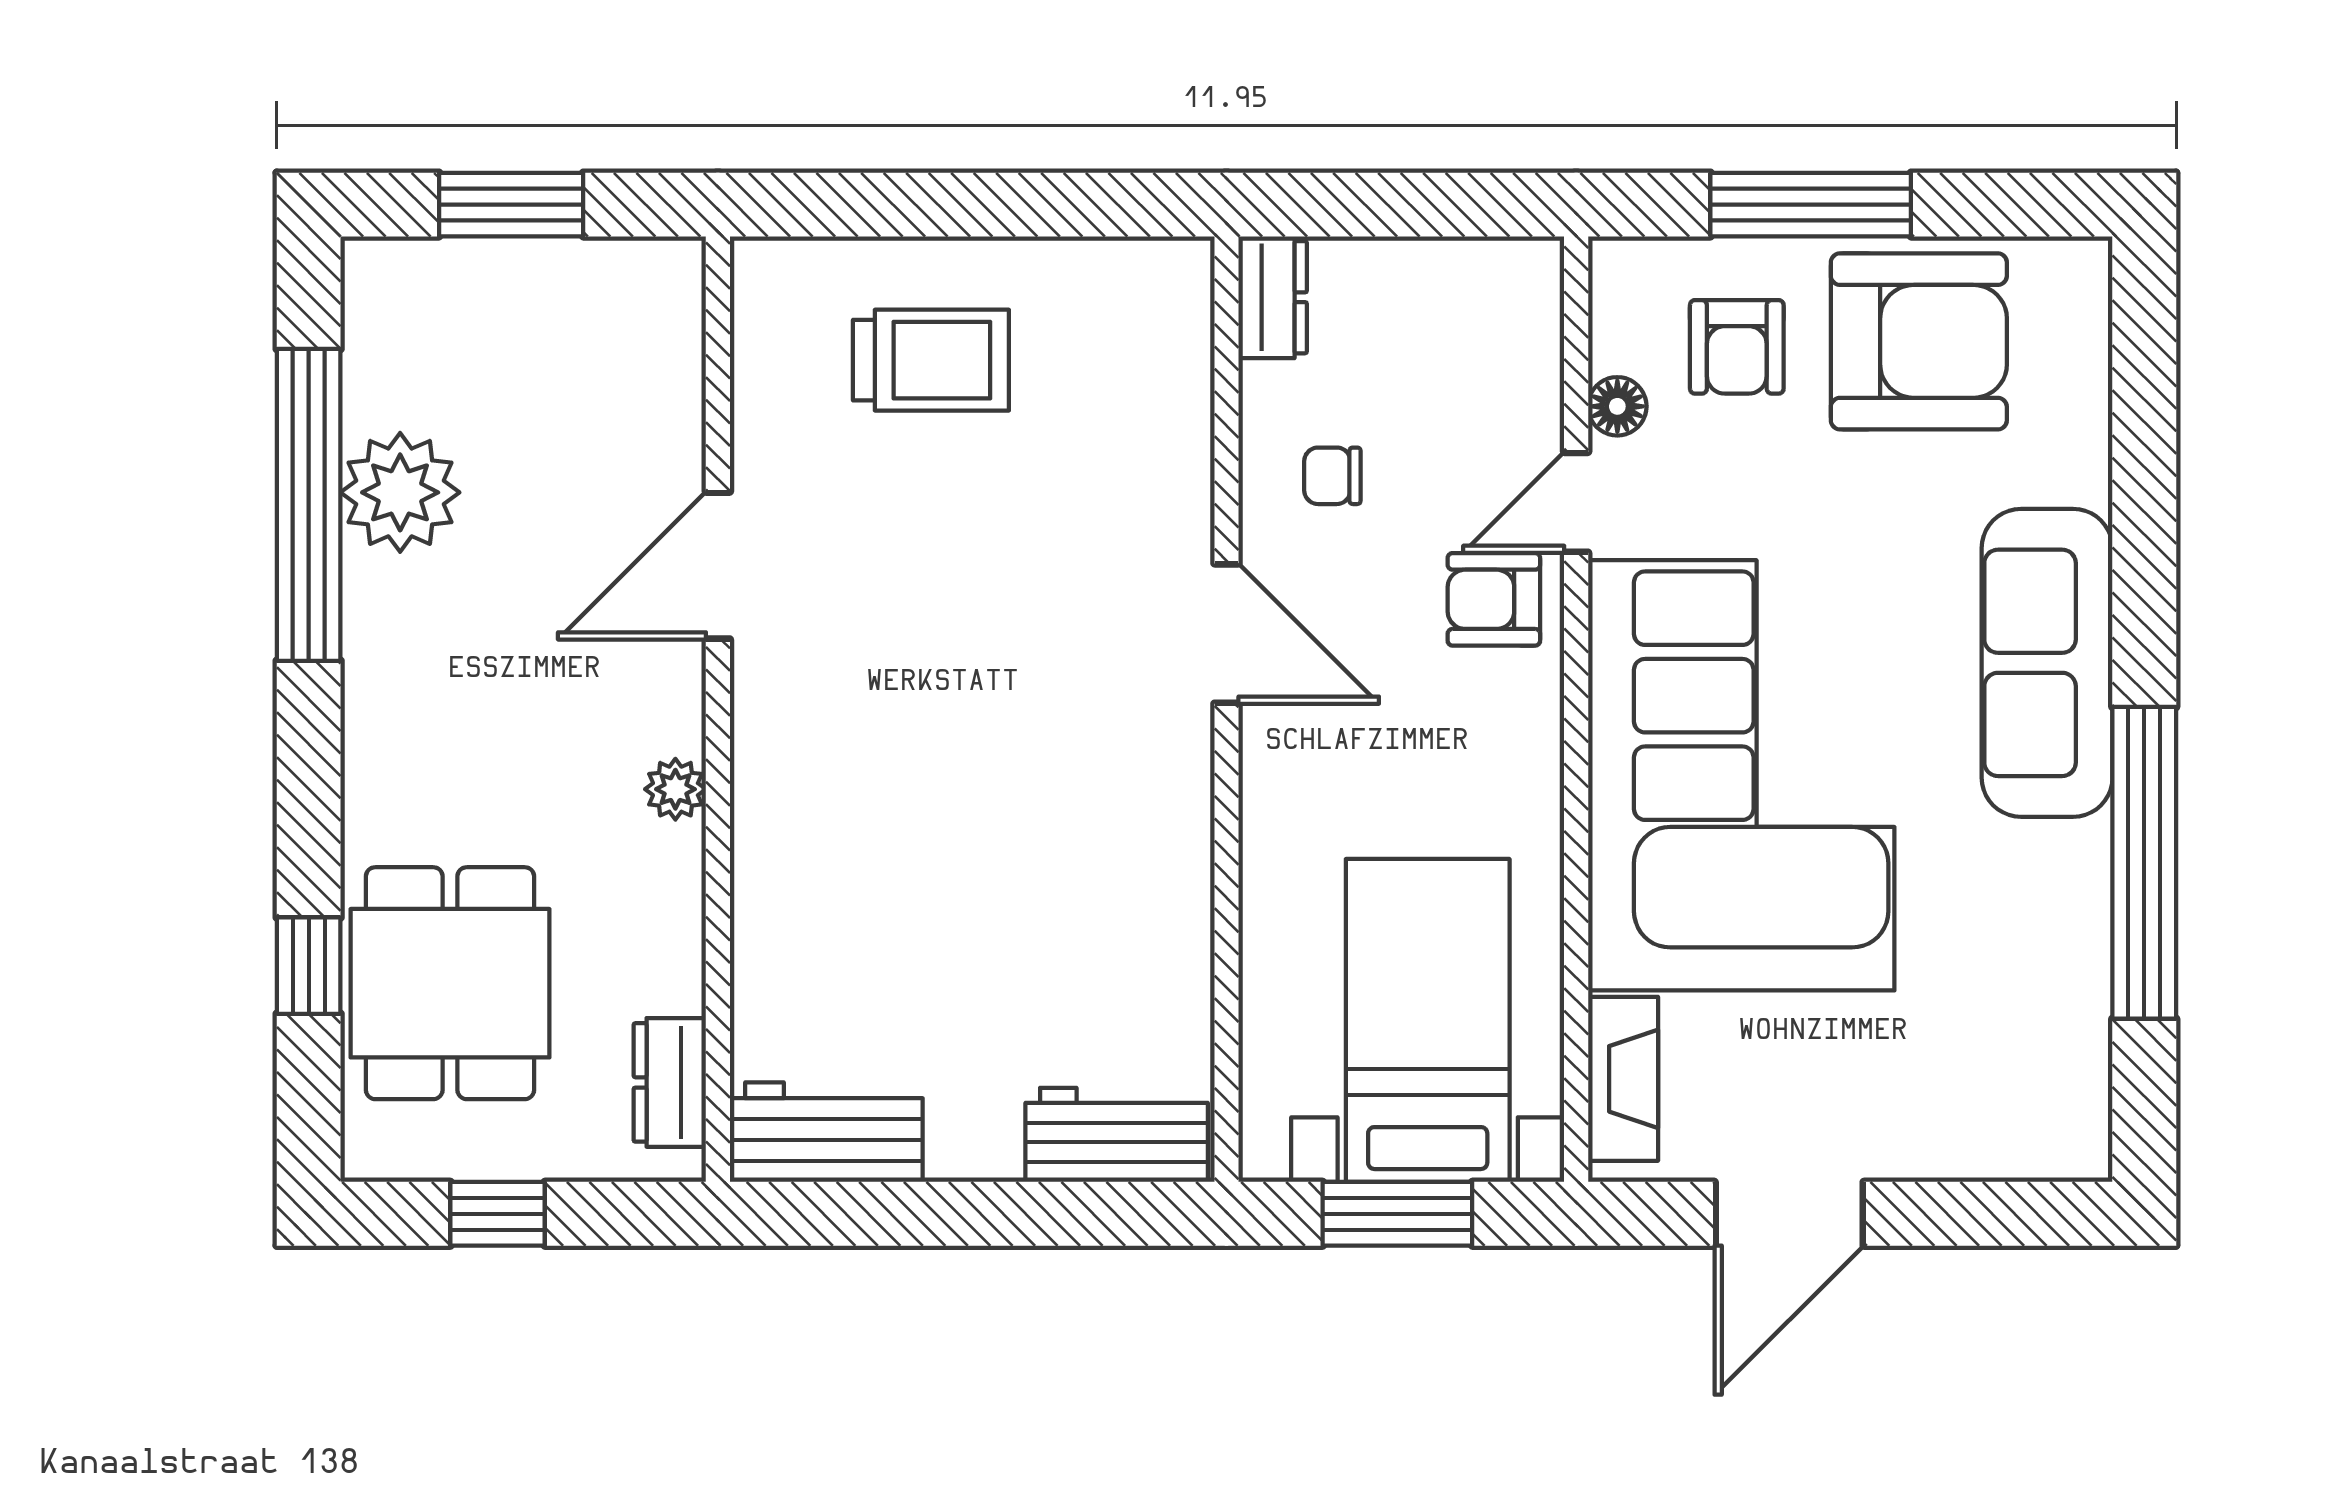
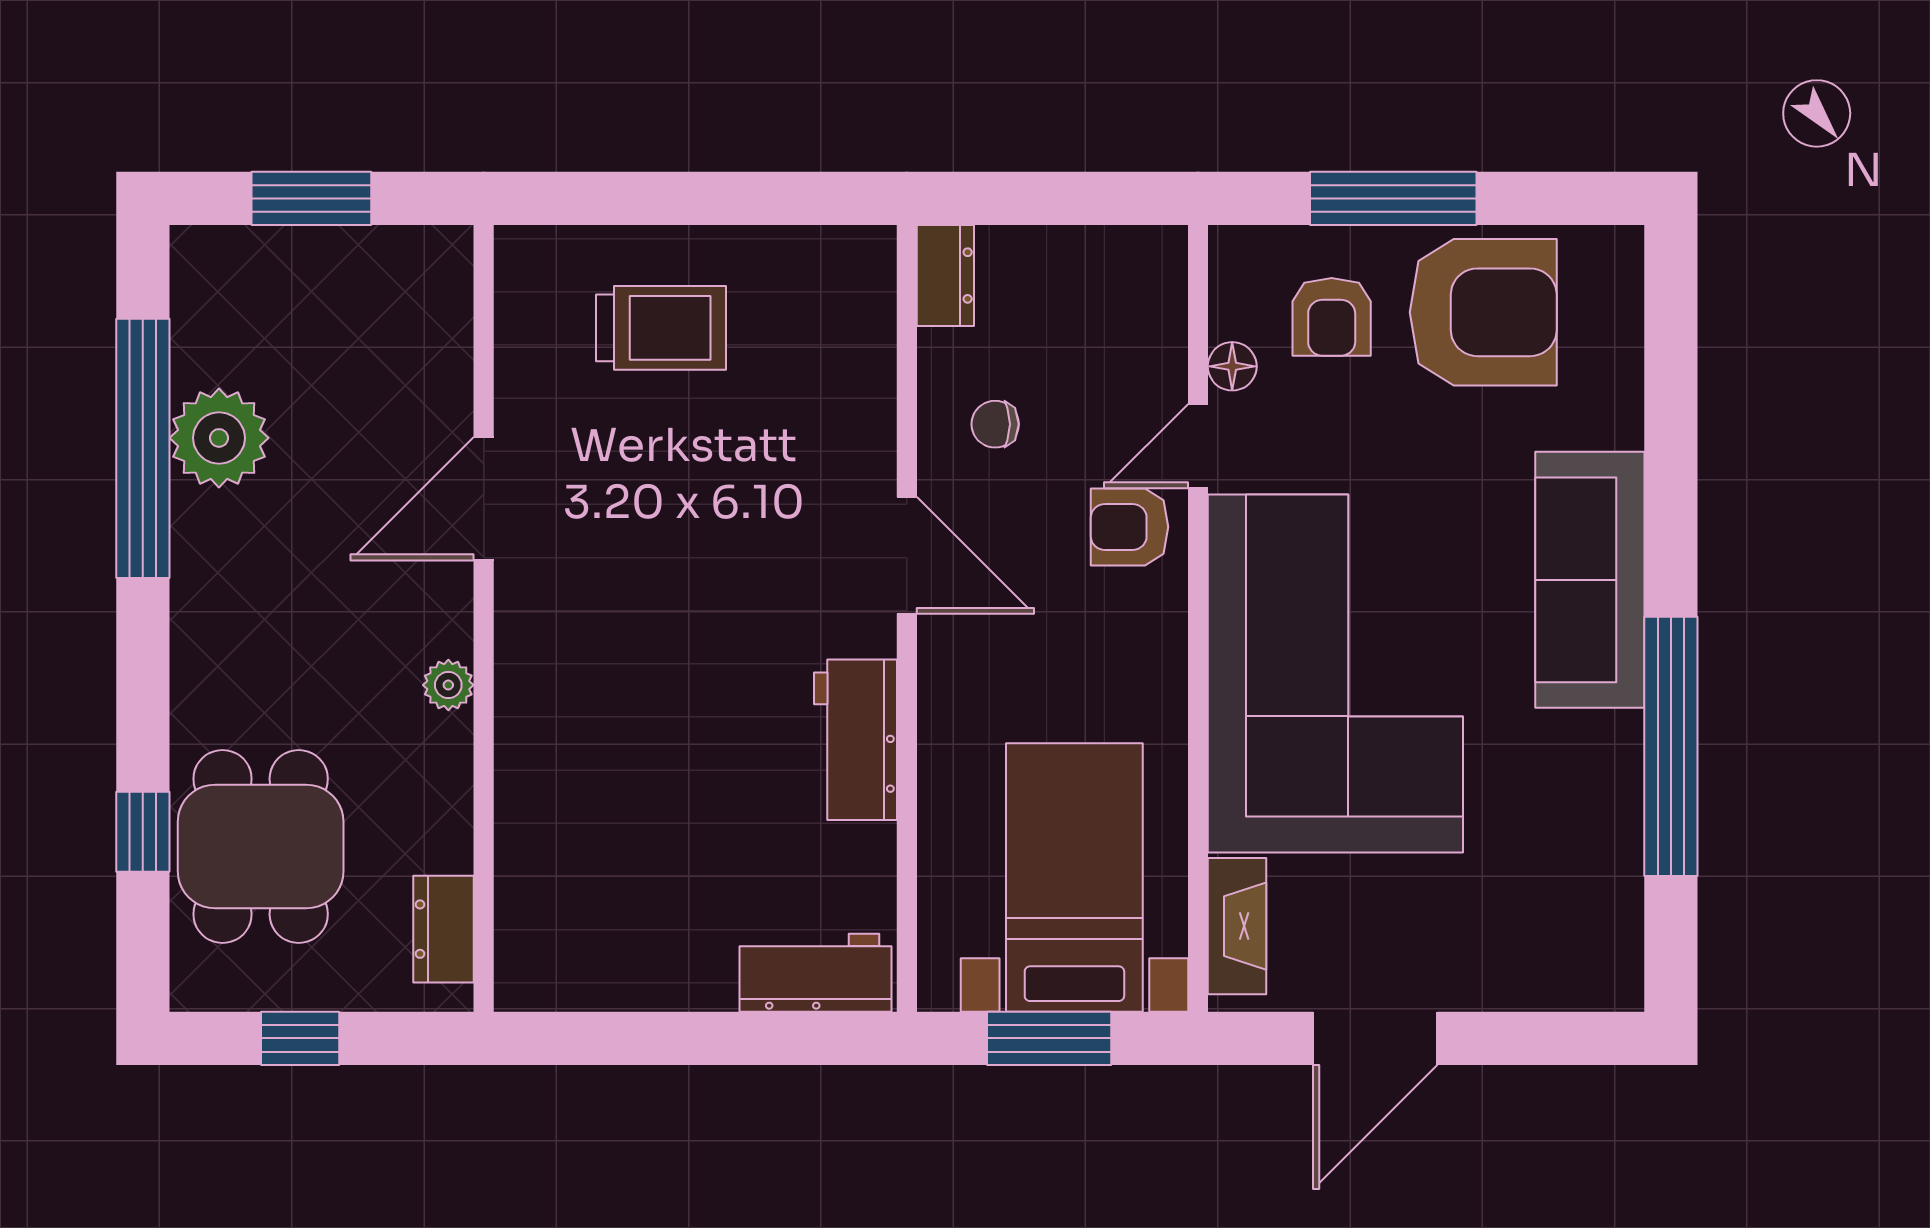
workbench: (826, 1132) -> (855, 740), moved, turned -90

